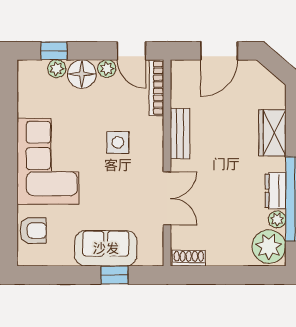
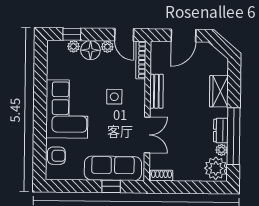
sofa: (106, 248) -> (113, 168), width x1.36

